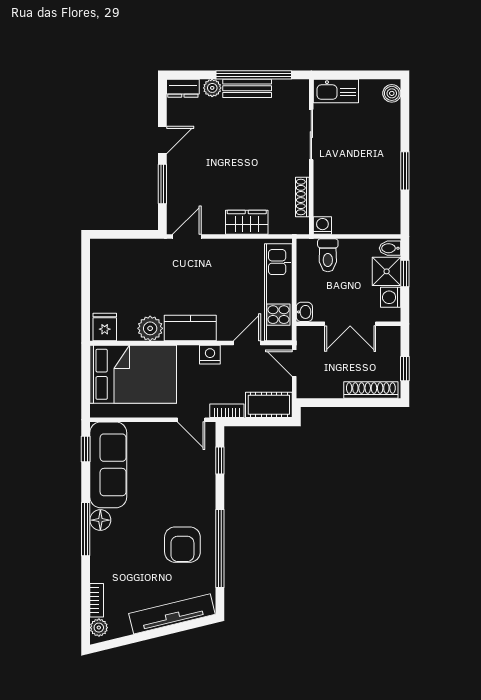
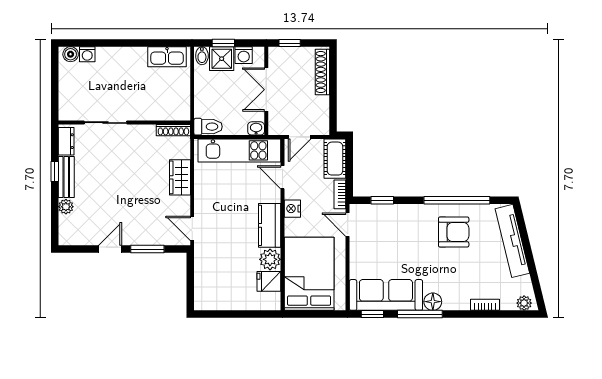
window: (254, 75) -> (55, 171), width x0.32
dresser: (183, 88) -> (66, 141), moved
kitchen sink: (336, 91) -> (167, 57), moved, turned 90
door: (162, 140) -> (110, 249), hinge flipped
window: (405, 171) -> (136, 43), removed
shoe rack: (302, 197) -> (173, 130), moved
washing machine: (322, 225) -> (87, 54), moved, turned -90
toilet: (328, 255) -> (208, 127), moved
double door: (350, 324) -> (266, 90), swing flipped
fridge: (105, 327) -> (269, 281), moved
window: (405, 369) -> (290, 43), moved
door: (191, 420) -> (348, 225), swing flipped
window: (86, 529) -> (420, 314), moved
bookcase: (97, 600) -> (485, 305), moved

